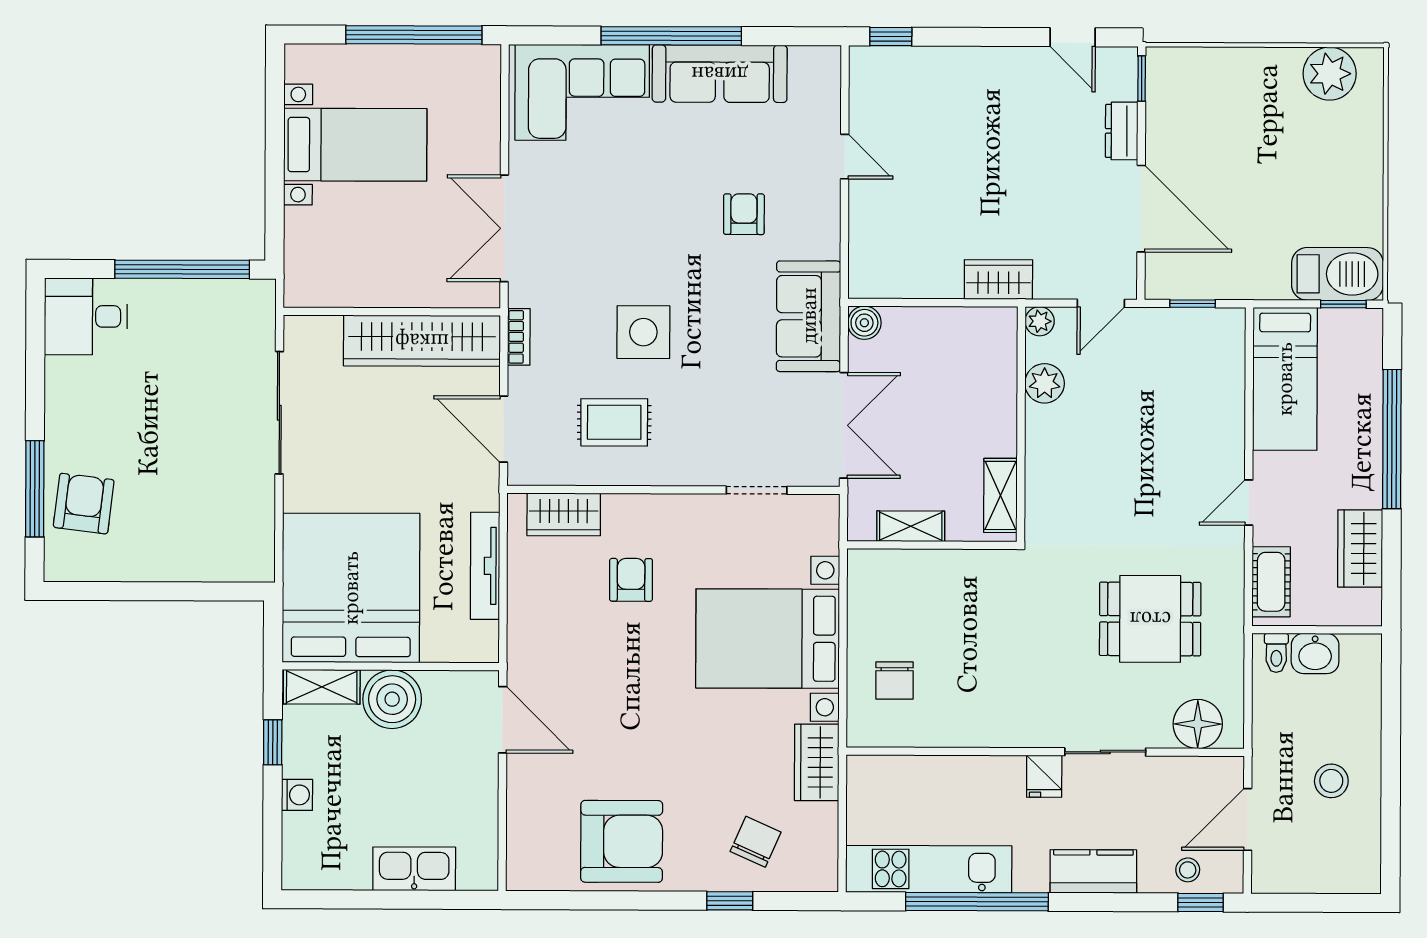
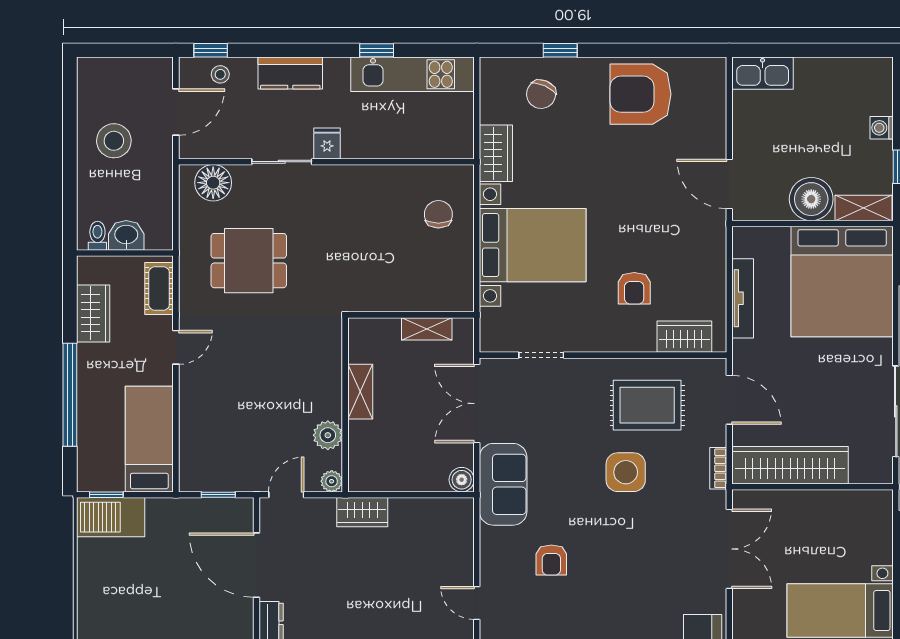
rug: (614, 422) -> (647, 405), width x1.36, depth x1.43
shelving: (1001, 495) -> (360, 392), moved
toilet: (1276, 653) -> (97, 236), moved
stool: (1331, 781) -> (114, 141), width x1.38, depth x1.38
kitchen sink: (414, 869) -> (763, 73), moved
window: (977, 902) -> (377, 50), width x0.32

